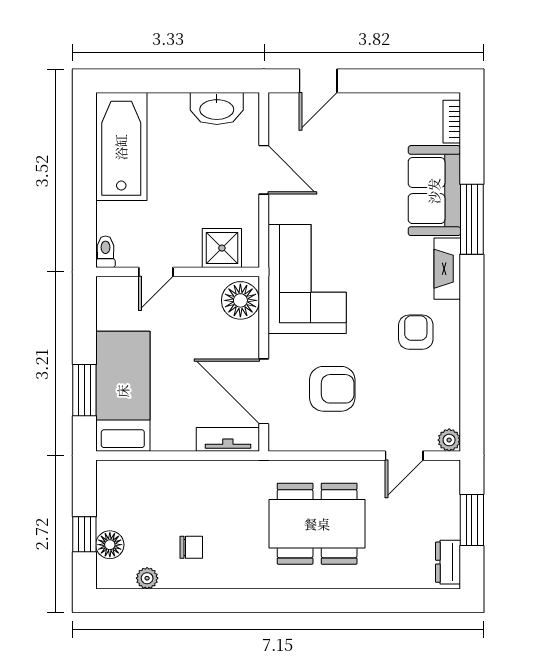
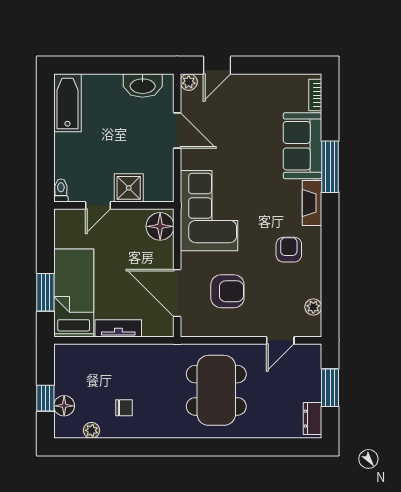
plant: (280, 104) -> (189, 82), added
bathtub: (121, 147) -> (67, 103), width x0.73, depth x0.73
shower: (222, 248) -> (129, 188), moved
tv unit: (228, 439) -> (118, 328), moved
plant: (449, 440) -> (313, 307), moved
dining table: (317, 524) -> (216, 390), turned 90

